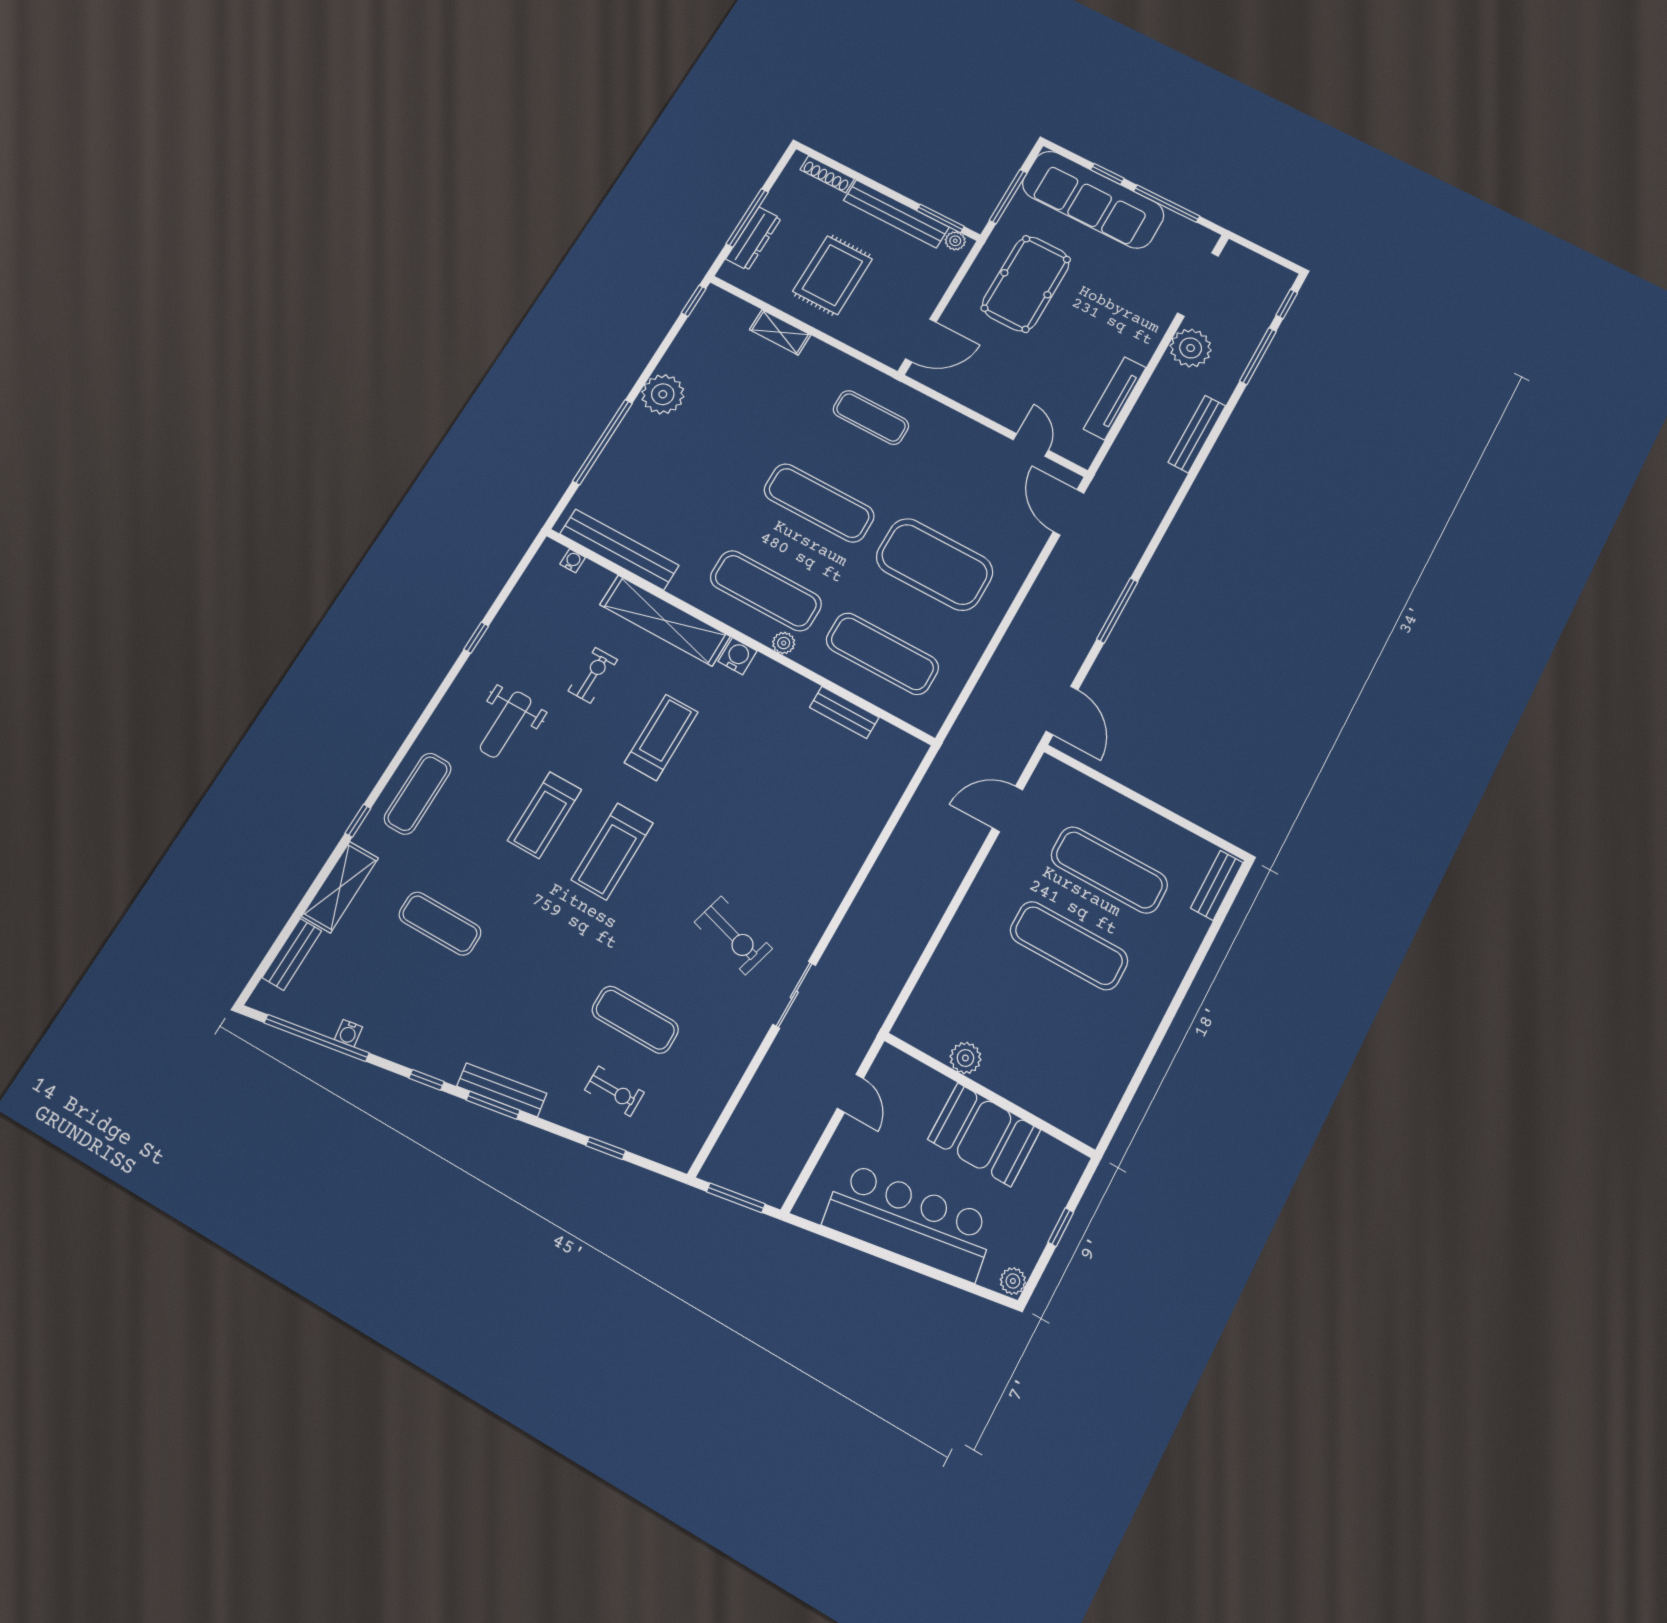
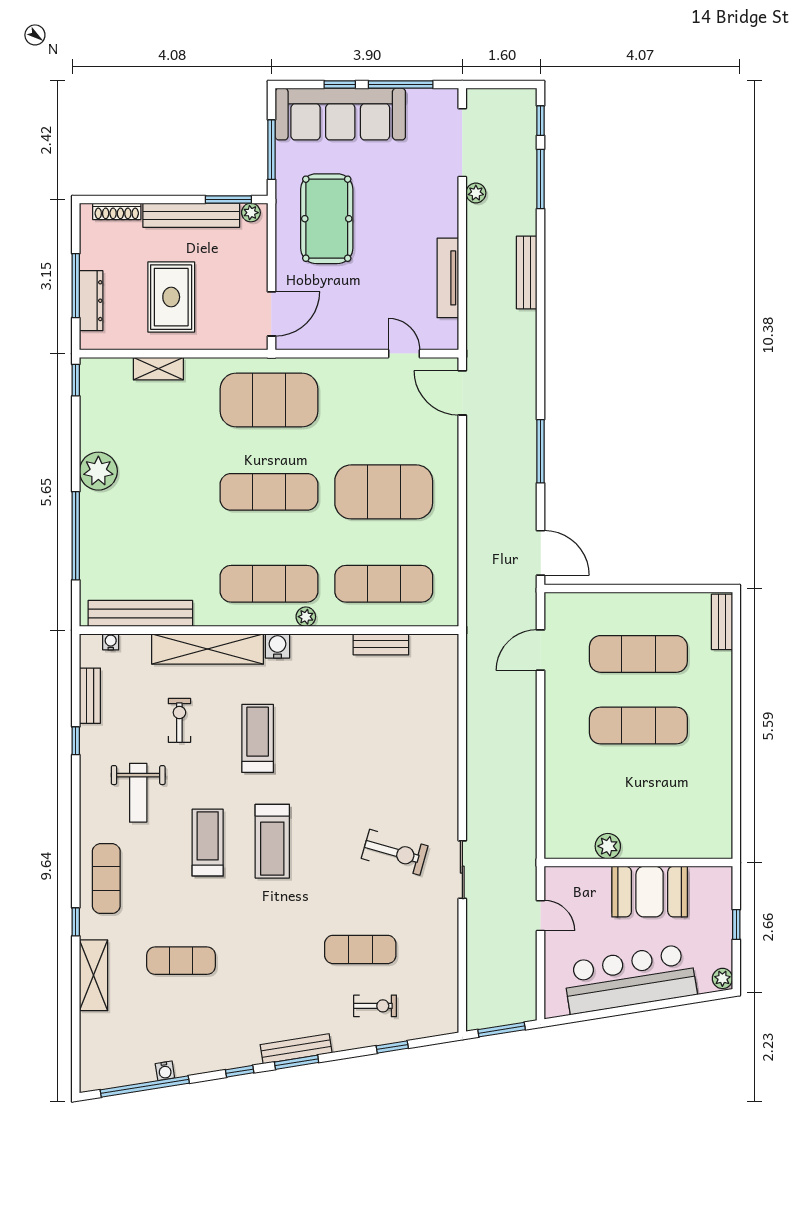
plant: (1191, 348) -> (476, 193), width x0.53, depth x0.53
exercise mat: (871, 417) -> (269, 400), width x2.00, depth x1.45
treadmill: (545, 815) -> (208, 843), turned 180
bench: (292, 954) -> (90, 696), moved

